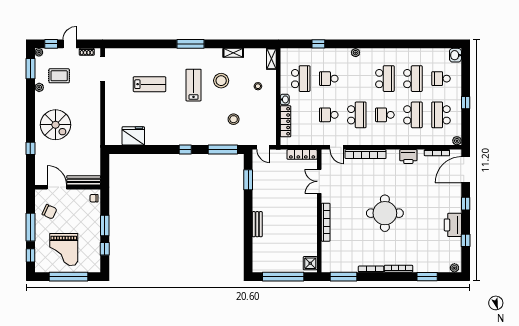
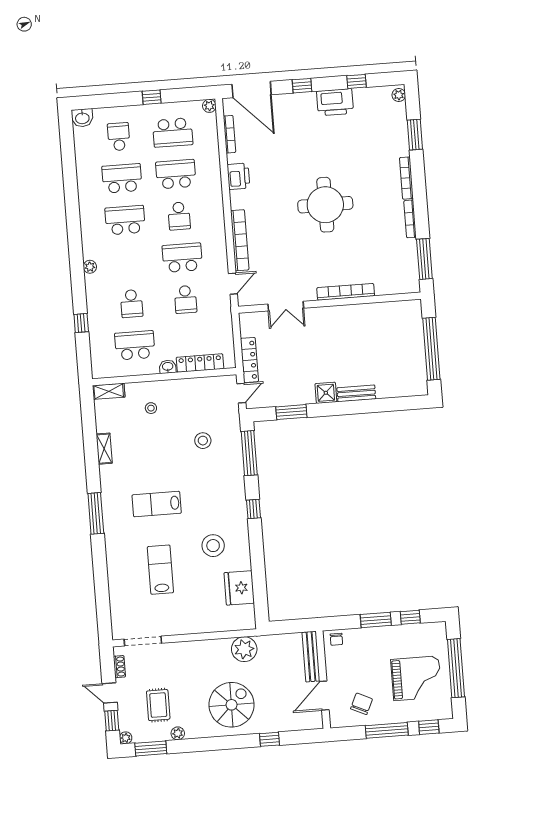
school desk: (441, 79) -> (119, 137), turned 180
stool: (221, 81) -> (213, 546), moved
plant: (92, 136) -> (244, 649), added
locker: (302, 154) -> (249, 360), moved
shower: (310, 263) -> (326, 393), moved

